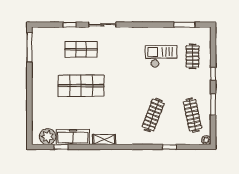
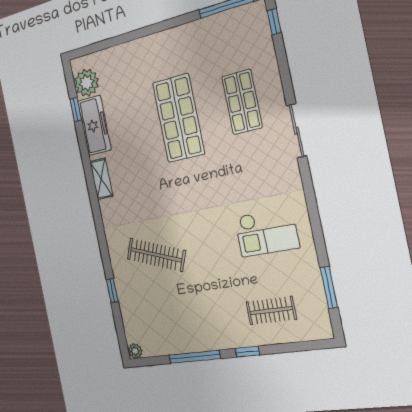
window: (70, 25) -> (274, 22), moved
checkout: (161, 56) -> (267, 232), moved, turned 90
window: (213, 105) -> (194, 357), width x1.44
clothes rail: (192, 115) -> (170, 323), removed

